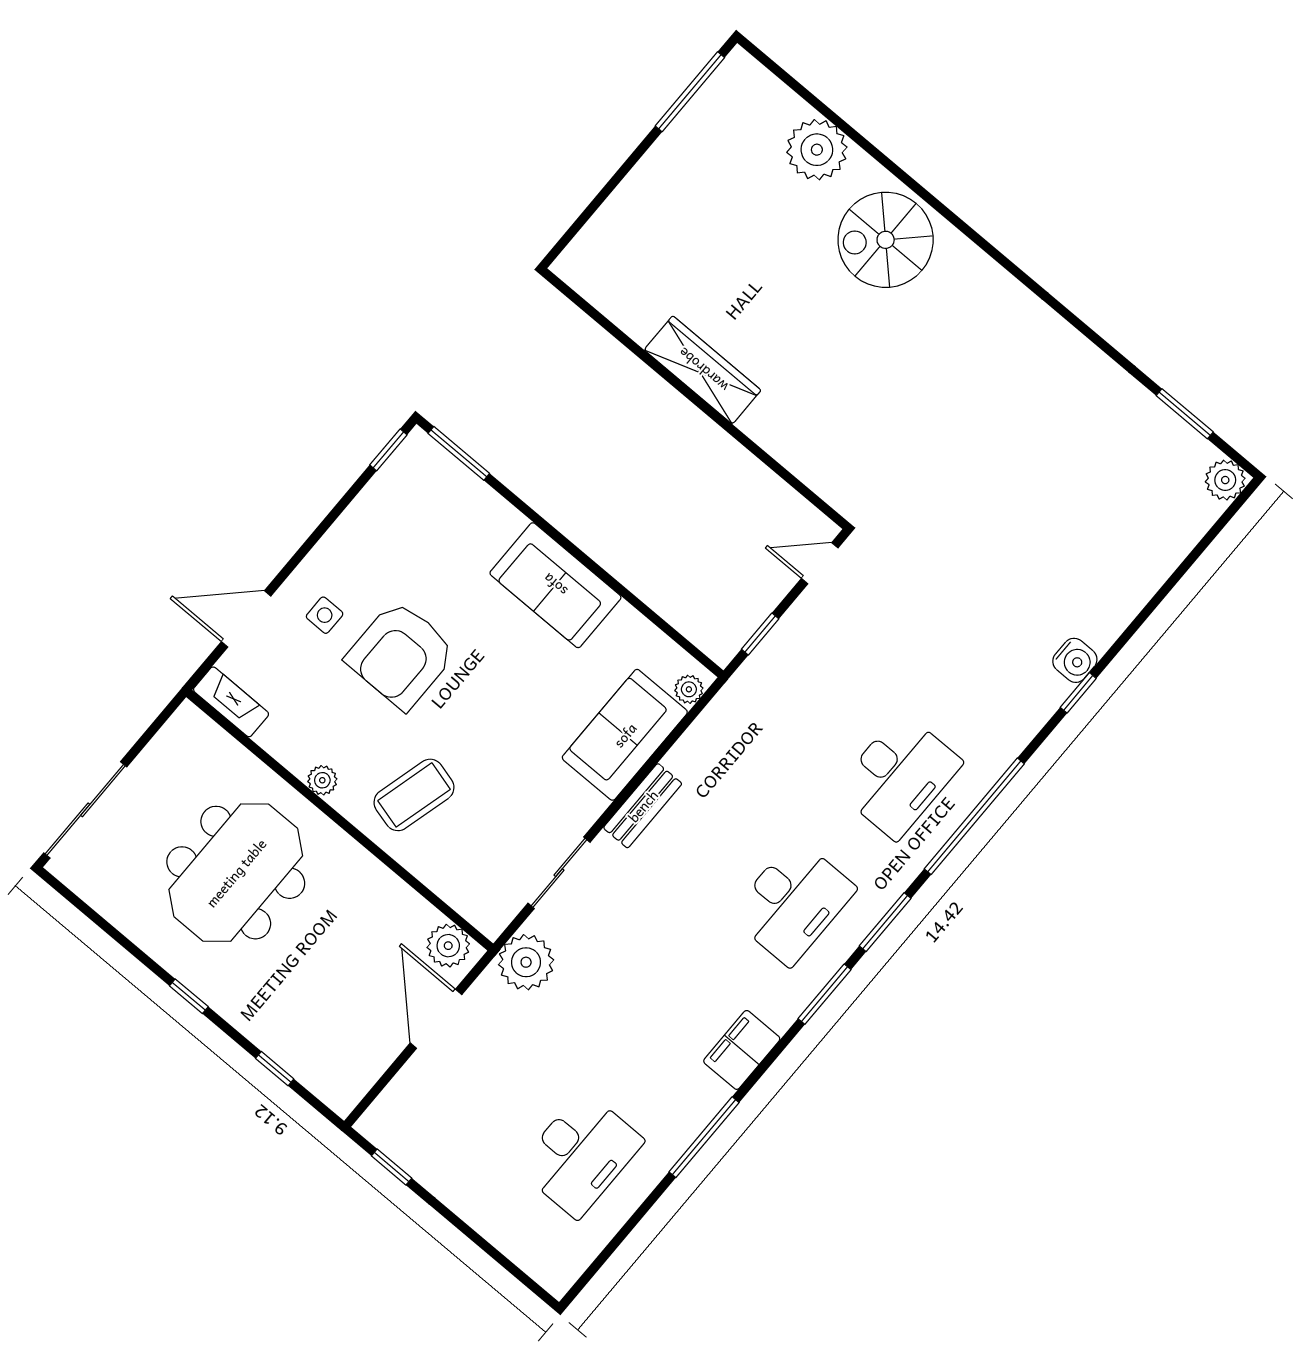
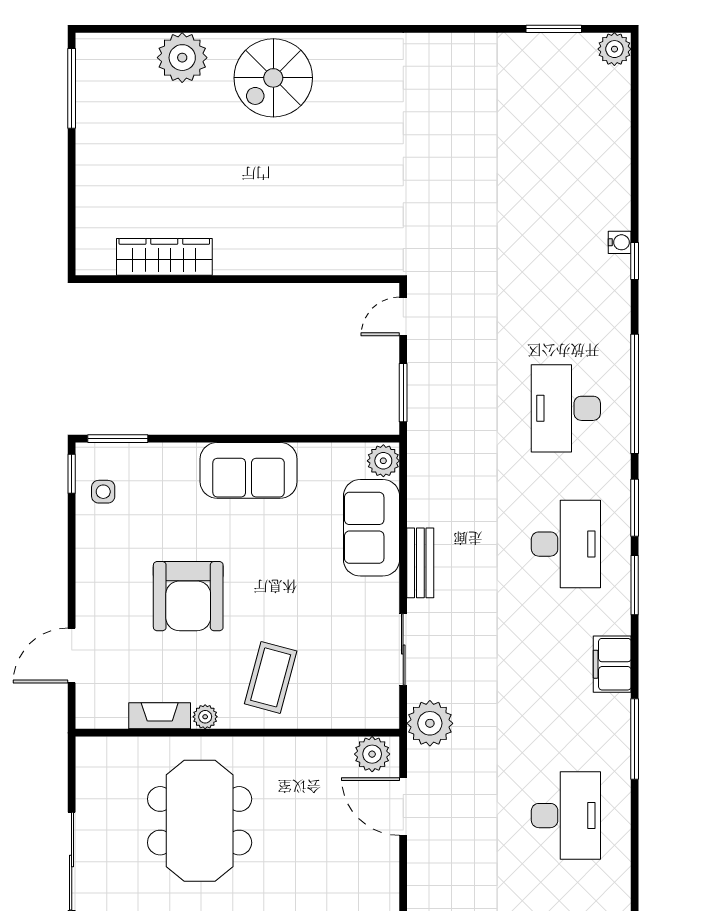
wardrobe: (703, 370) -> (164, 257), moved
side table: (325, 615) -> (103, 492), moved
window: (760, 634) -> (403, 393), width x1.50
water cooler: (1075, 660) -> (620, 242), width x0.72, depth x0.72
plant: (689, 689) -> (383, 461), width x1.38, depth x1.38
fireplace: (231, 702) -> (160, 716), moved
desk: (899, 776) -> (566, 408), turned 180

